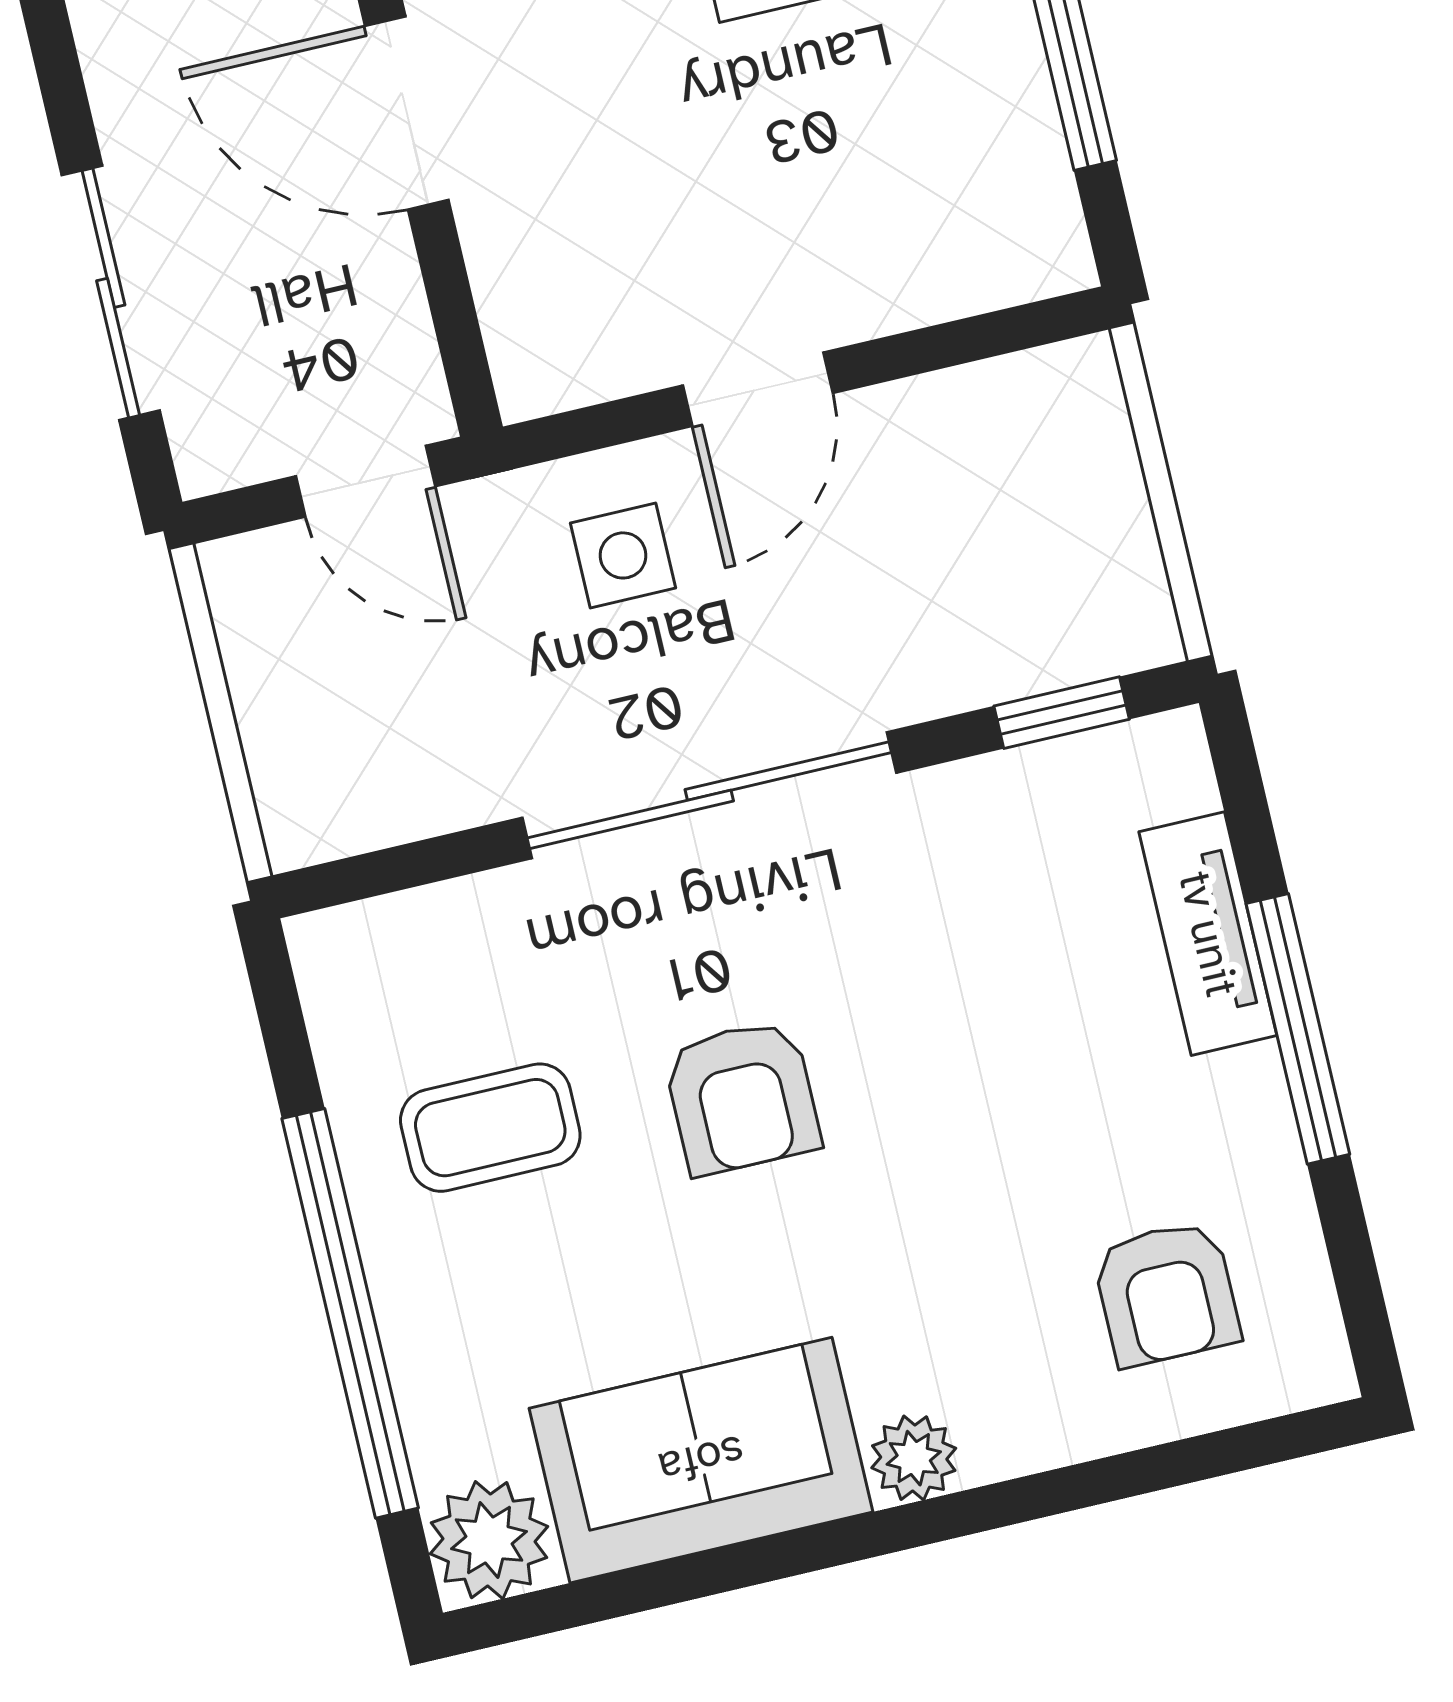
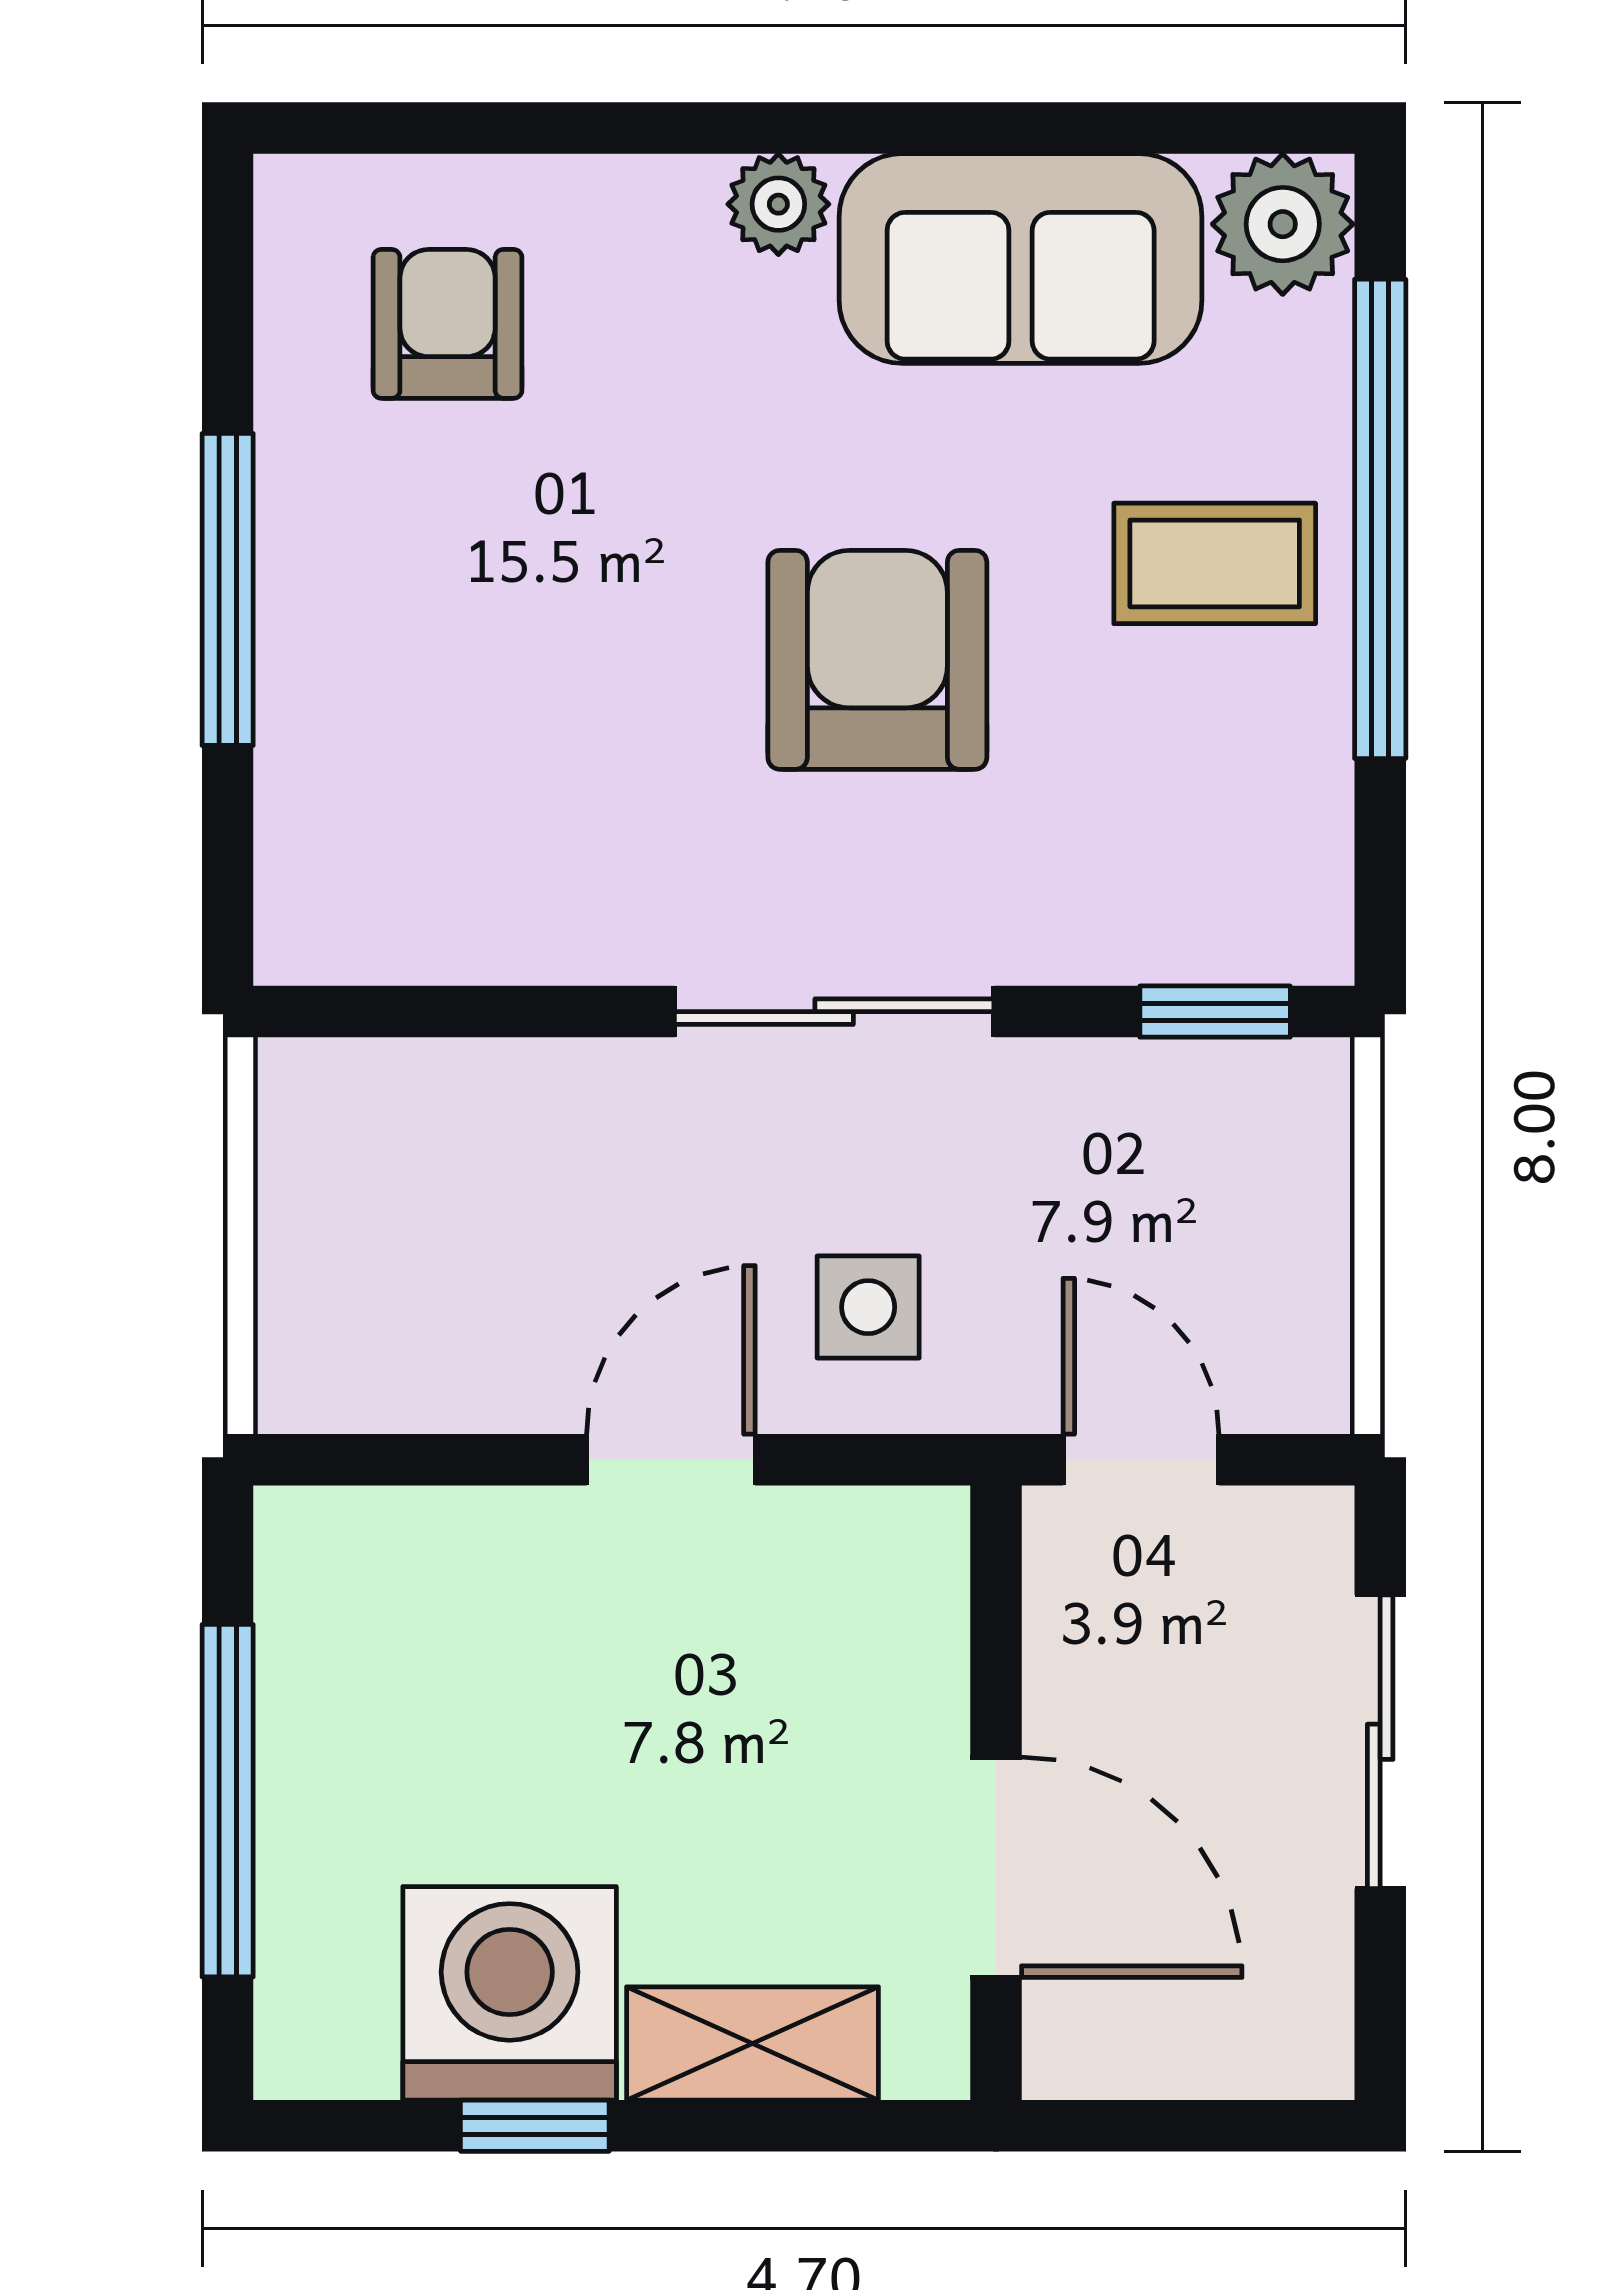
window: (1062, 713) -> (1215, 1012), moved
sliding door: (709, 795) -> (834, 1012), width x0.73
tv unit: (1208, 934) -> (304, 722), removed
armchair: (742, 1097) -> (877, 660), width x1.38, depth x1.38
coffee table: (490, 1128) -> (1215, 563), moved

